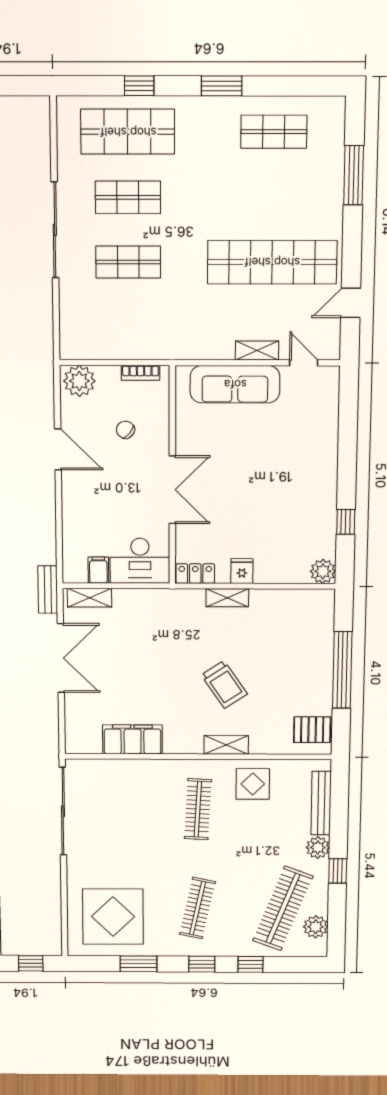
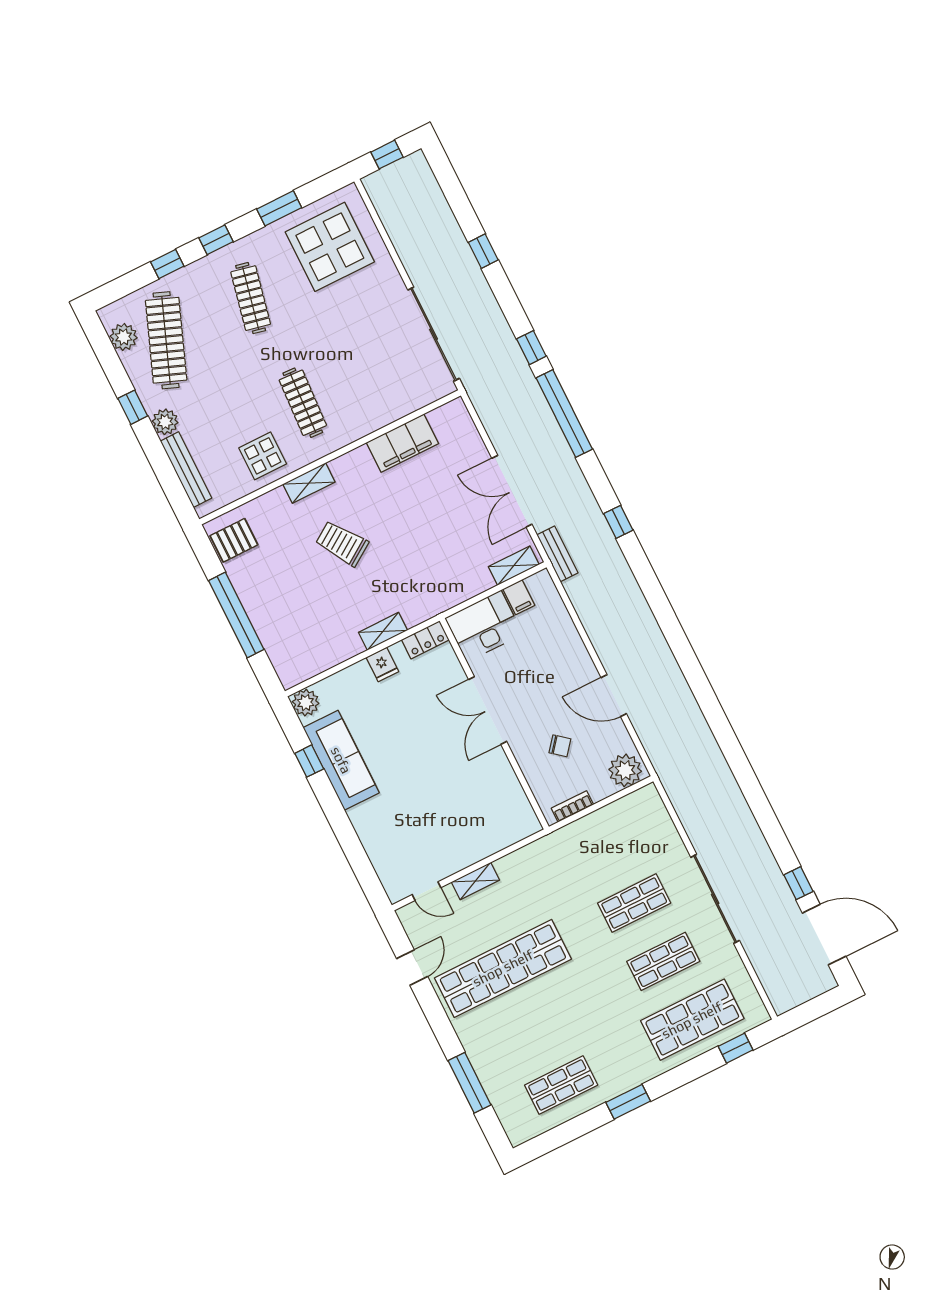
window: (139, 86) -> (736, 1048), moved
sofa: (235, 384) -> (341, 760), moved, turned 90

